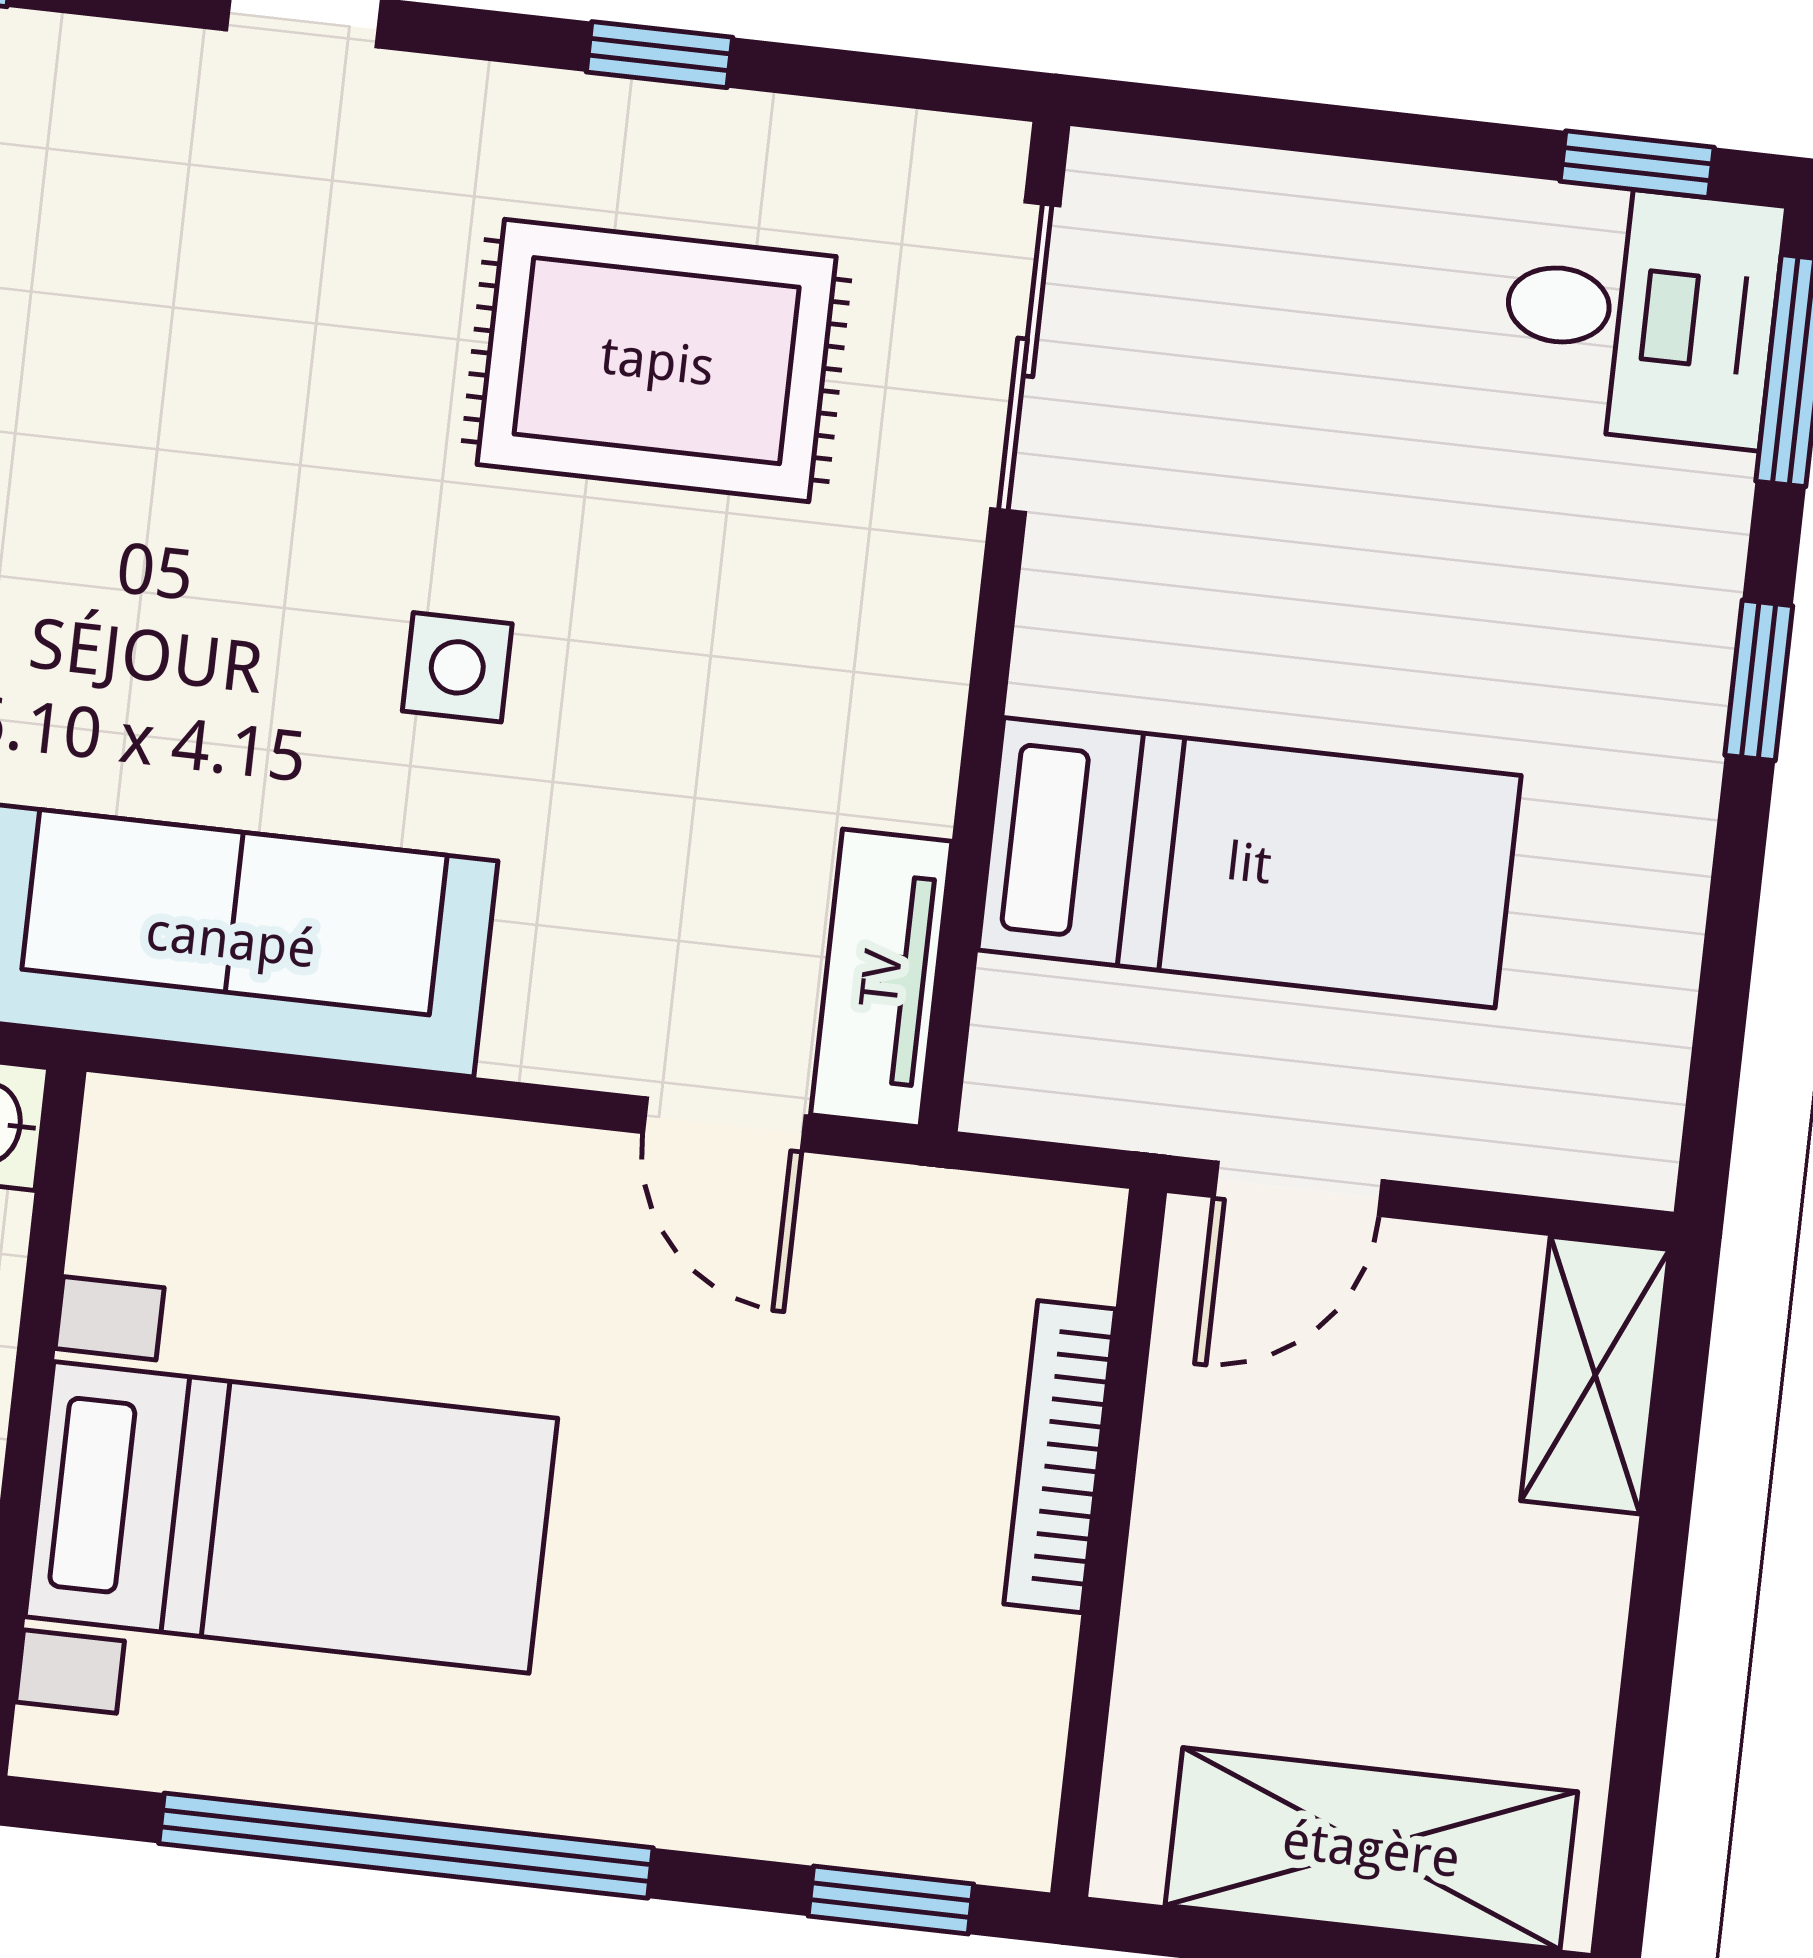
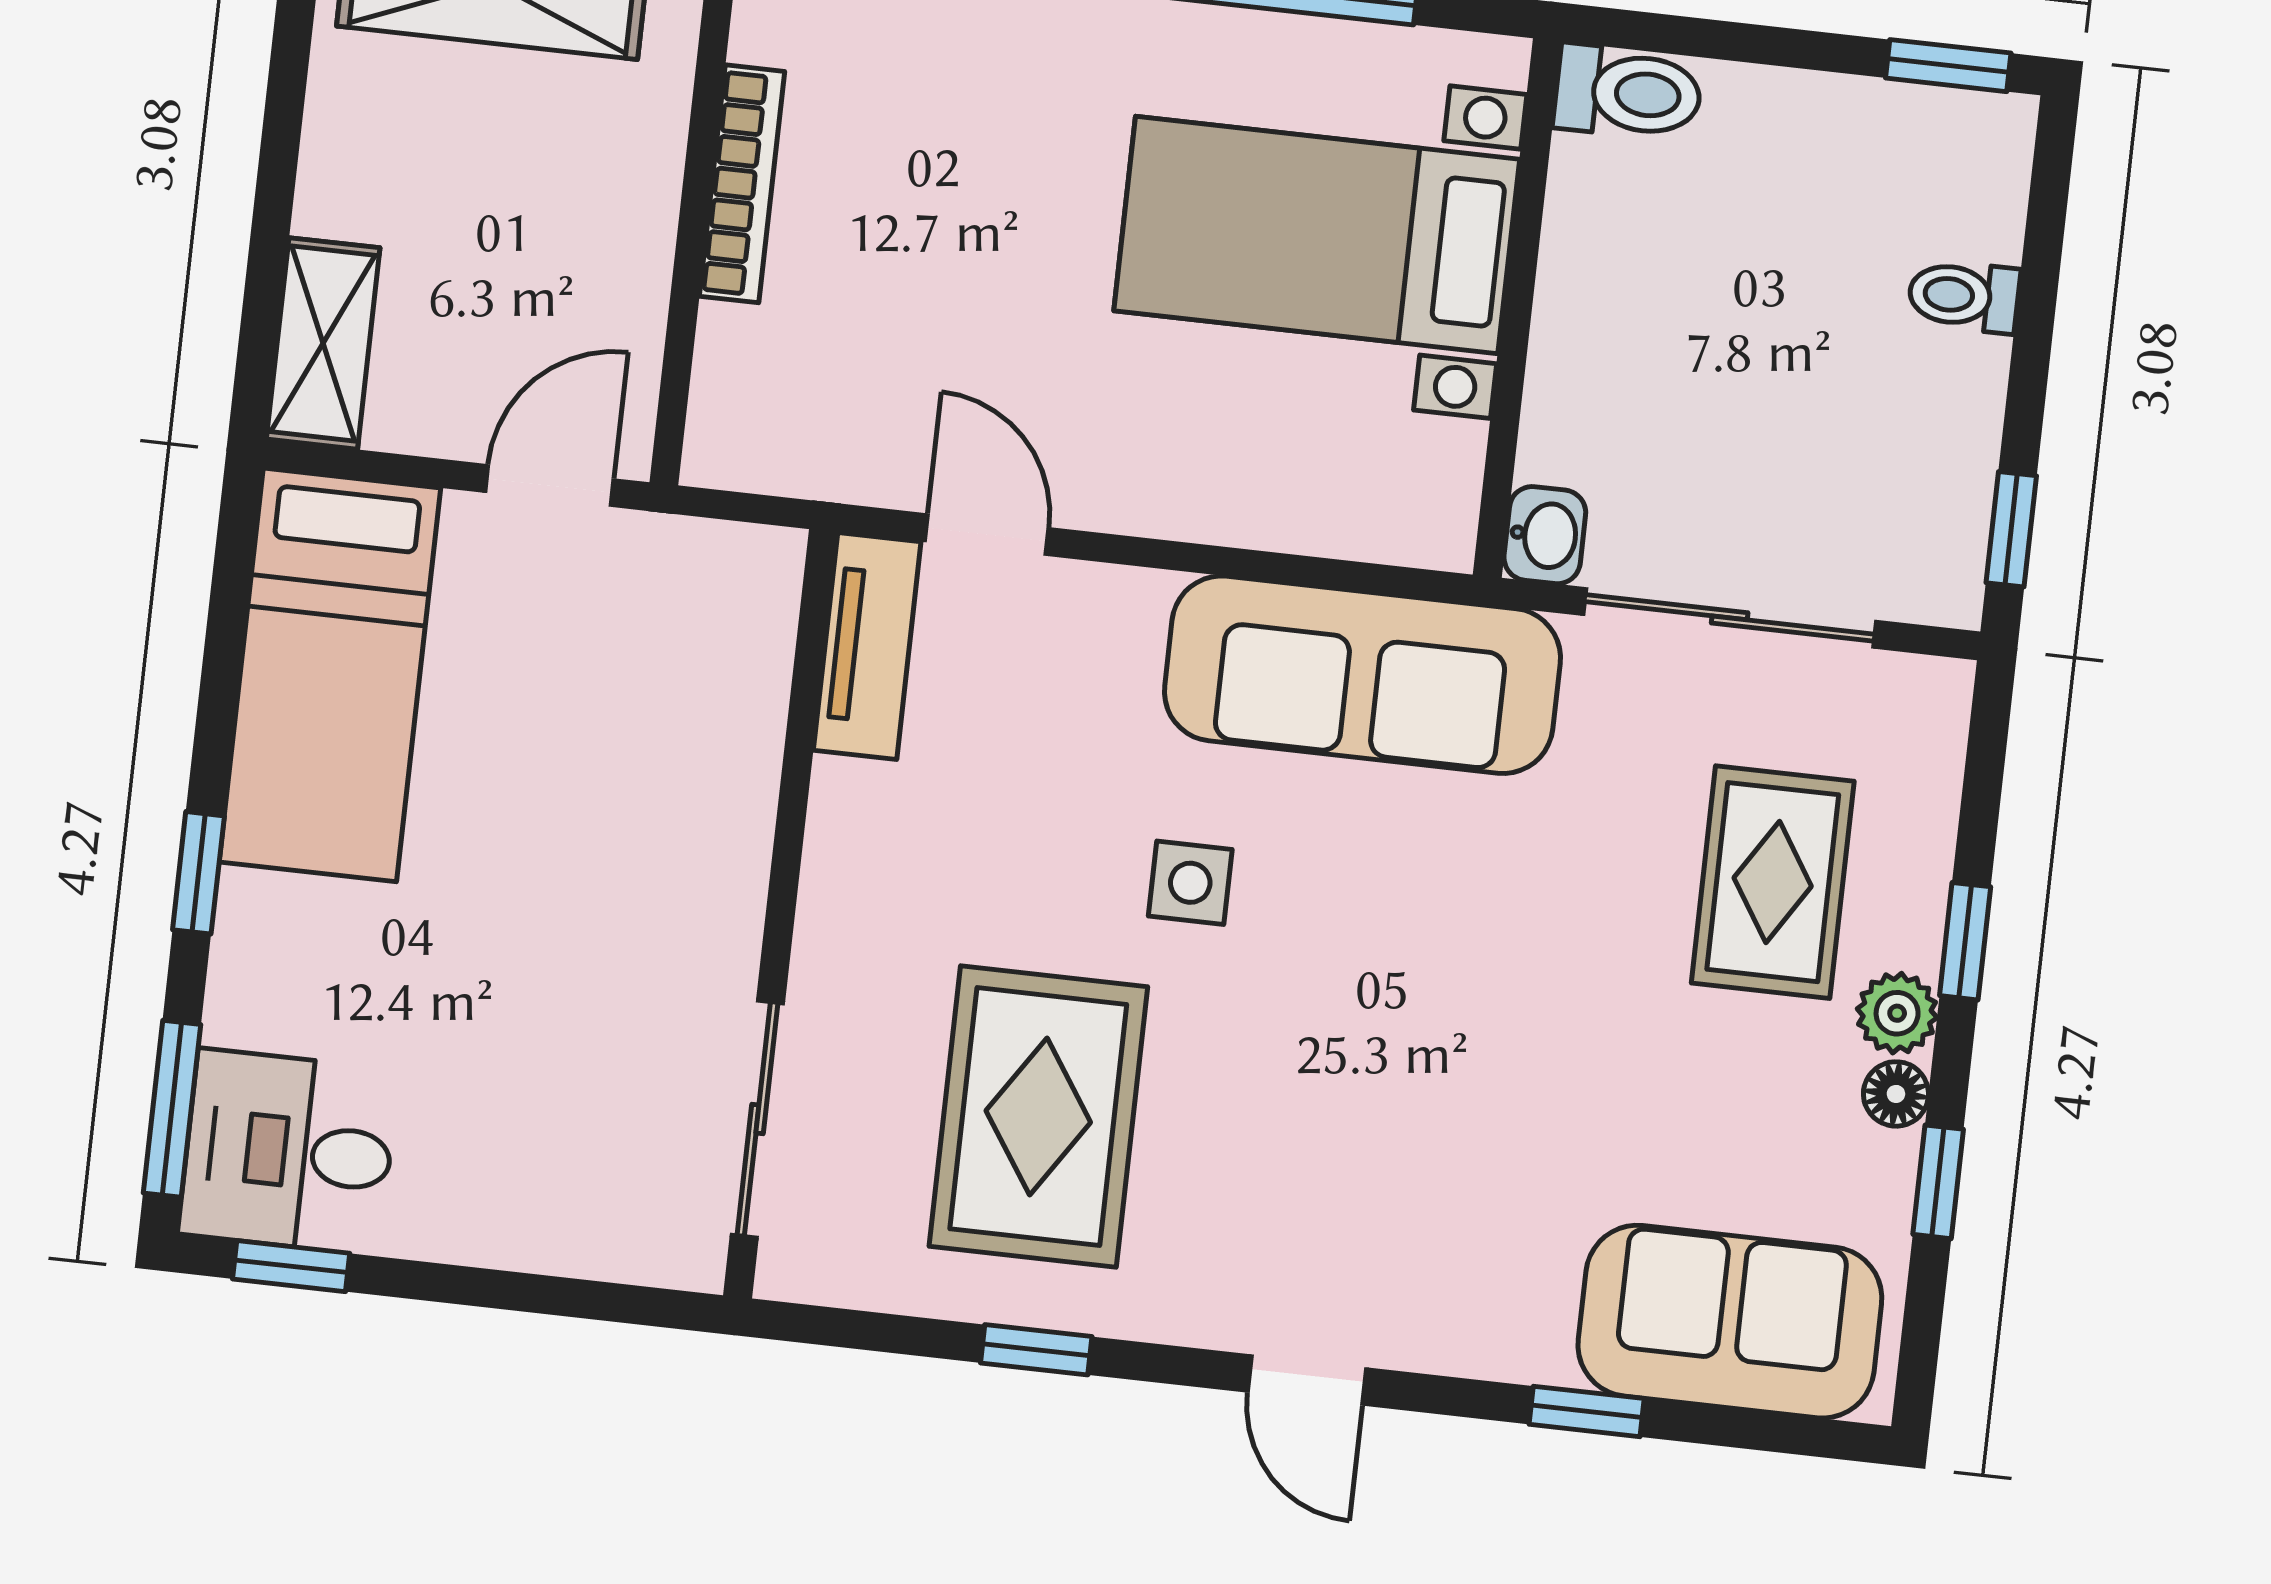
rug: (657, 361) -> (1038, 1117), turned 90
bed: (1249, 863) -> (330, 675), moved, turned -90
bookcase: (1060, 1457) -> (742, 184), moved

